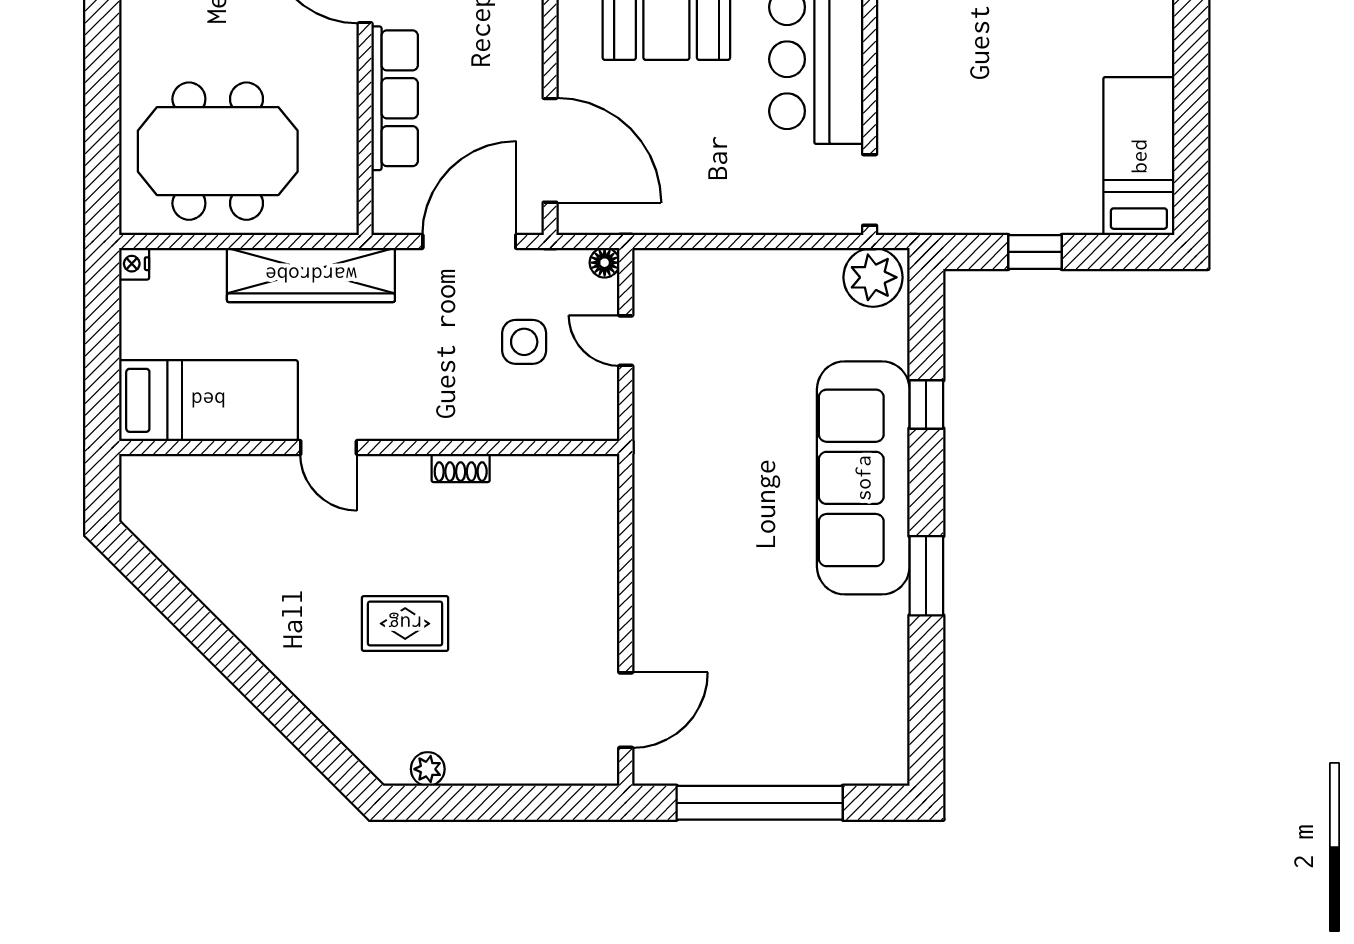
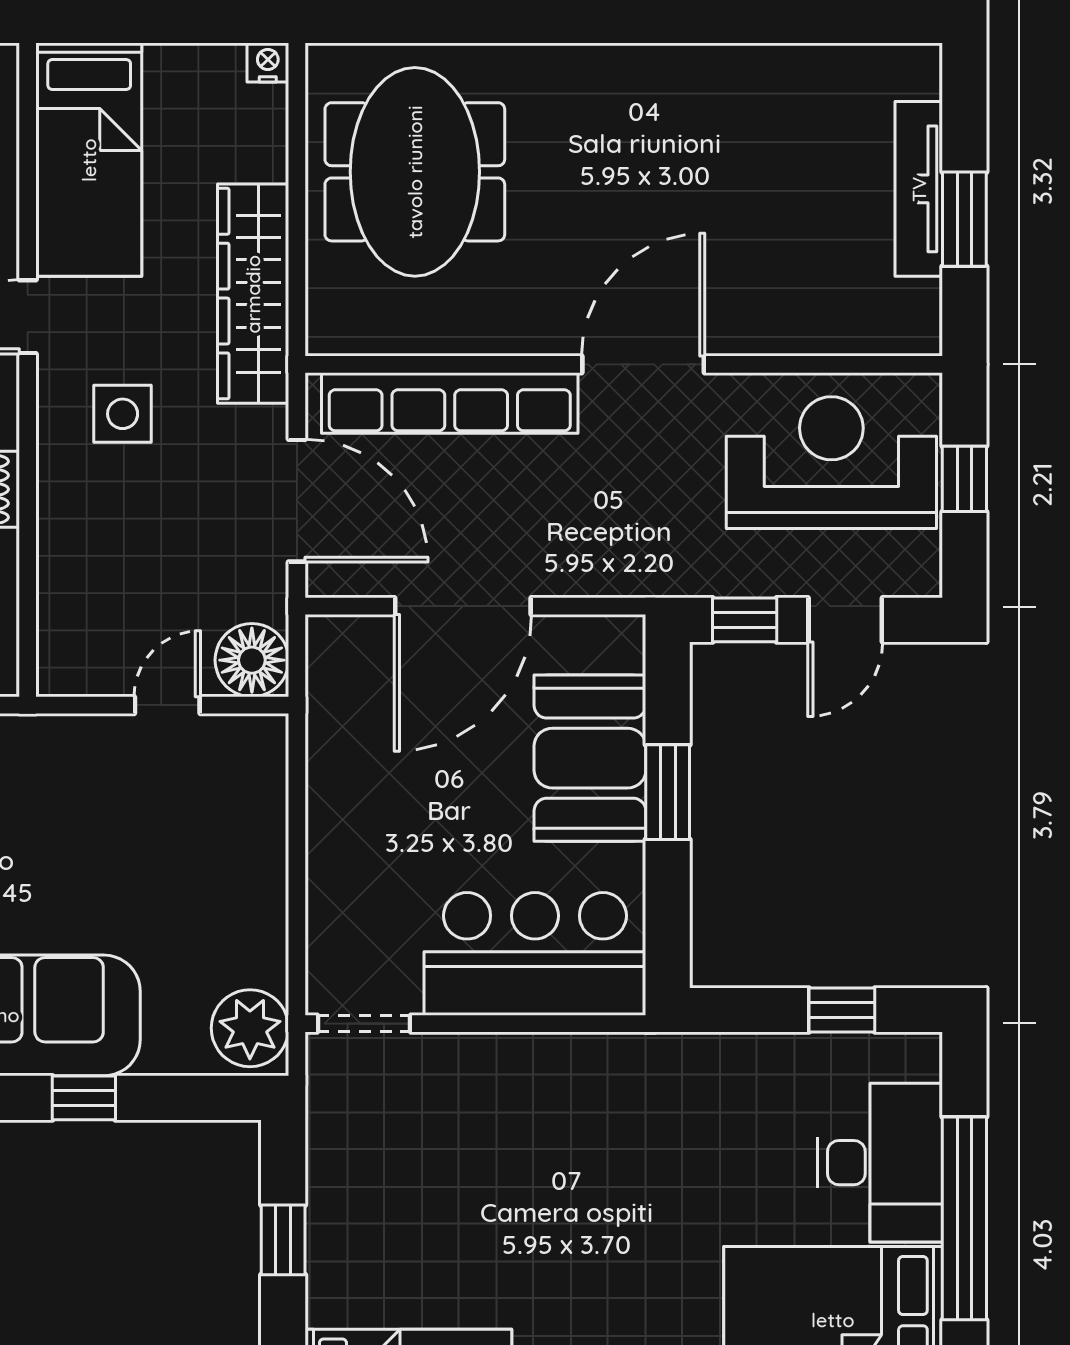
row of seats: (395, 98) -> (450, 403), width x1.36
door: (550, 150) -> (463, 606), moved
floor lamp: (605, 263) -> (252, 660), width x1.89, depth x1.89
side table: (524, 342) -> (123, 414), moved

